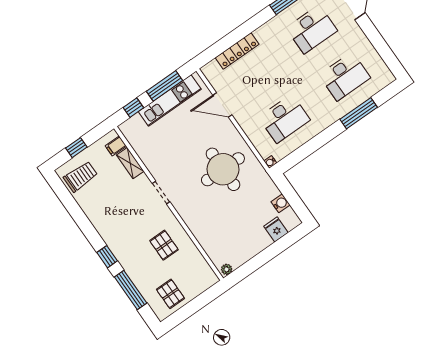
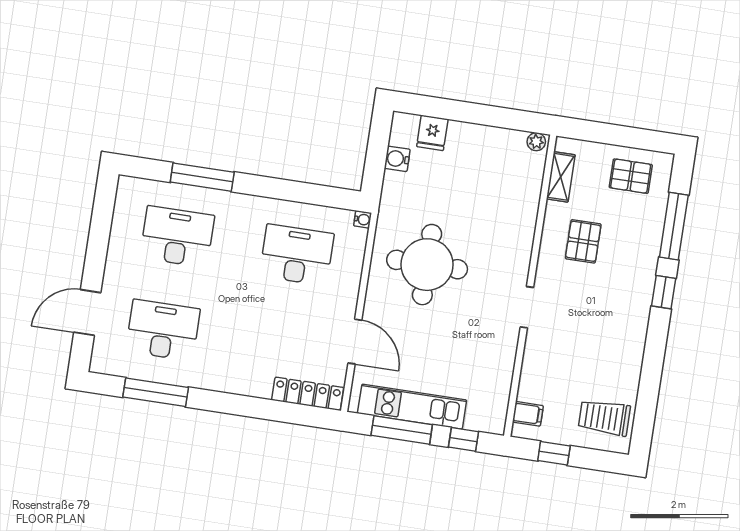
locker: (237, 51) -> (308, 394), moved
window: (76, 148) -> (554, 453), moved
shelving: (130, 163) -> (561, 177), moved
pallet: (170, 294) -> (631, 176), turned 90

